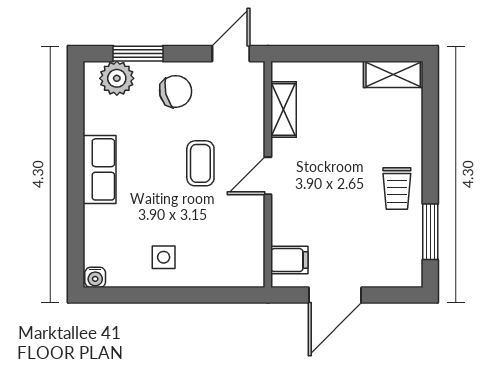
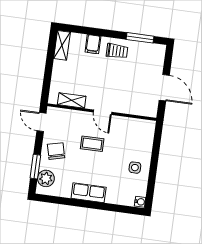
filing cabinet: (289, 260) -> (93, 44), moved, turned 180

